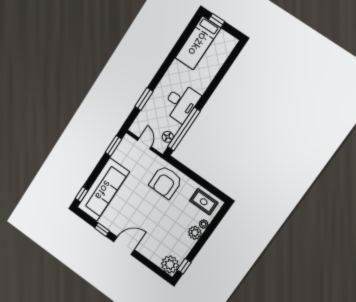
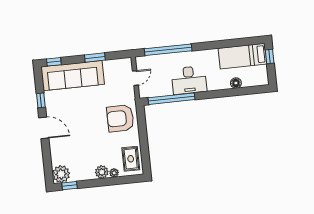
window: (144, 99) -> (168, 50), width x2.11
floor lamp: (168, 137) -> (236, 83), moved
window: (113, 146) -> (95, 57), moved

